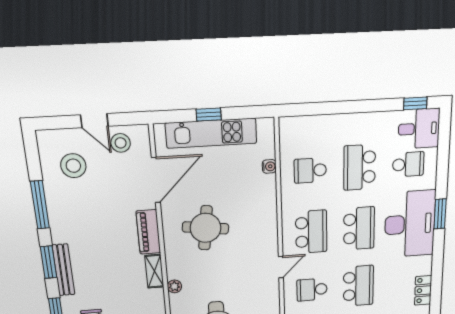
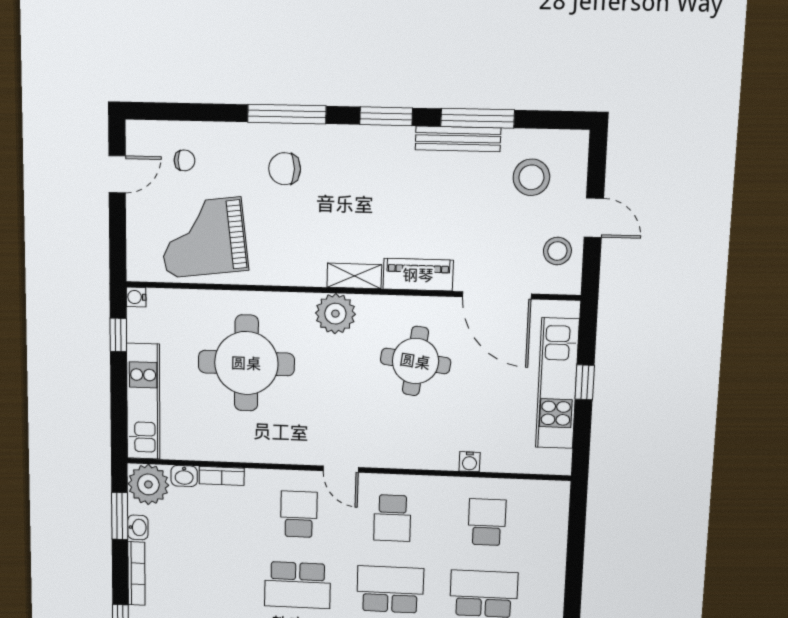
door: (94, 121) -> (594, 218), swing flipped
water cooler: (269, 166) -> (470, 462), moved
school desk: (359, 228) -> (390, 589), turned 180
school desk: (311, 232) -> (392, 518), width x0.54
bench: (63, 270) -> (458, 139), moved
plant: (174, 286) -> (335, 314), width x1.88, depth x1.88

